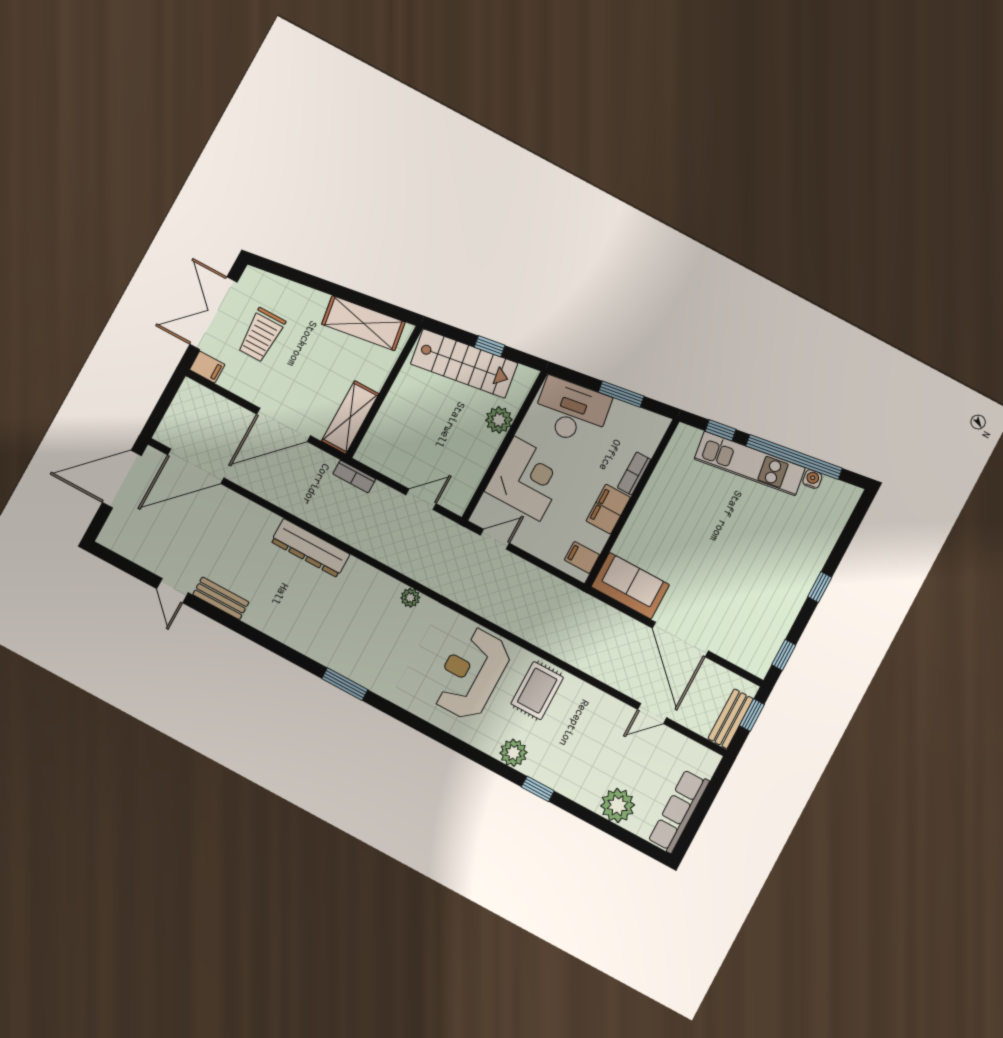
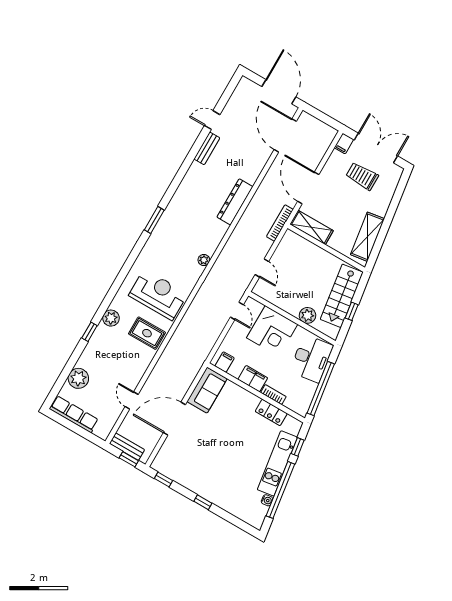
window: (621, 394) -> (321, 389), width x2.11
bookcase: (354, 476) -> (280, 223), width x1.56
locker: (664, 476) -> (271, 412), added

